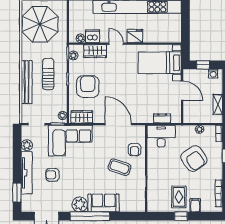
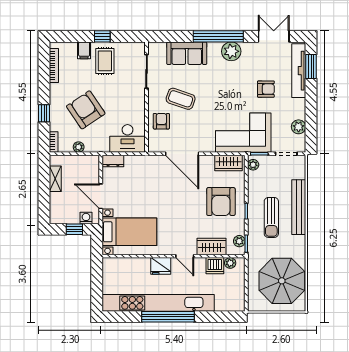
washing machine: (213, 74) -> (86, 218), moved
dresser: (162, 118) -> (113, 161), moved
tv unit: (27, 173) -> (299, 71), moved
sofa: (104, 203) -> (187, 53), moved

